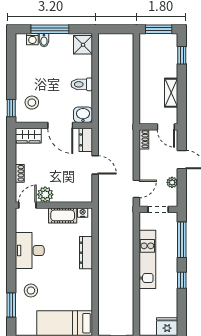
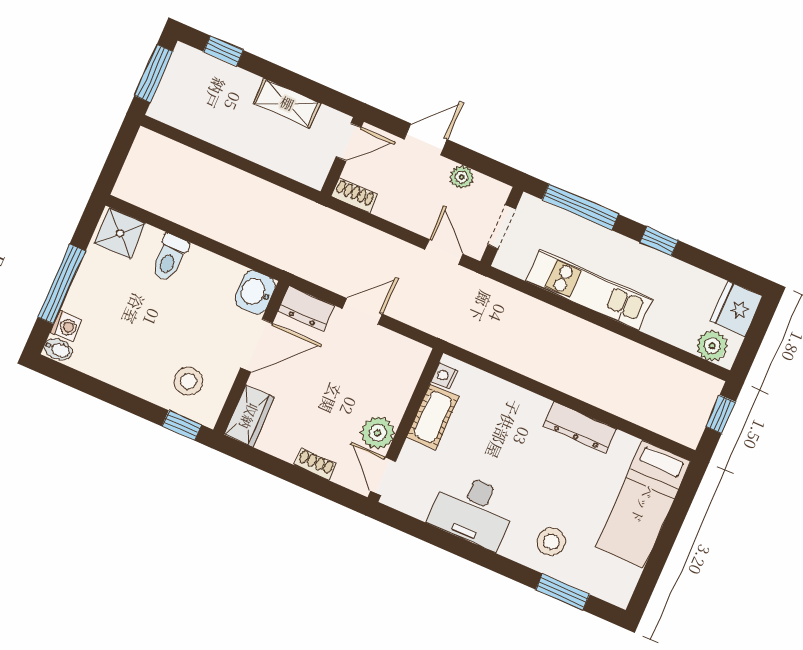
bidet: (44, 40) -> (58, 349), moved
toilet: (82, 84) -> (170, 258), moved
dresser: (86, 253) -> (580, 427), moved
plant: (146, 323) -> (712, 346), added

